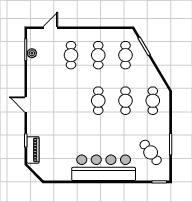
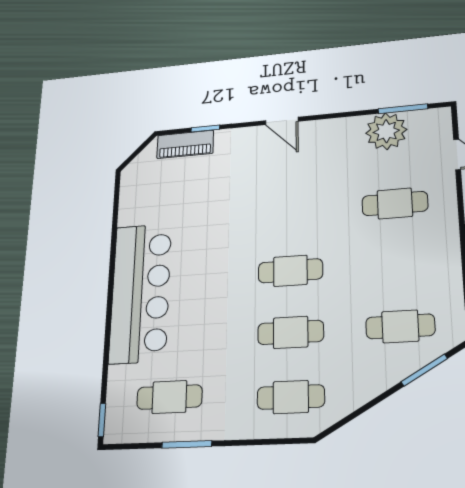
plant: (32, 53) -> (386, 131), width x1.88, depth x1.88
cafe table: (98, 55) -> (397, 263), removed
door: (26, 104) -> (282, 121), swing flipped
cafe table: (151, 152) -> (169, 397), turned 37

